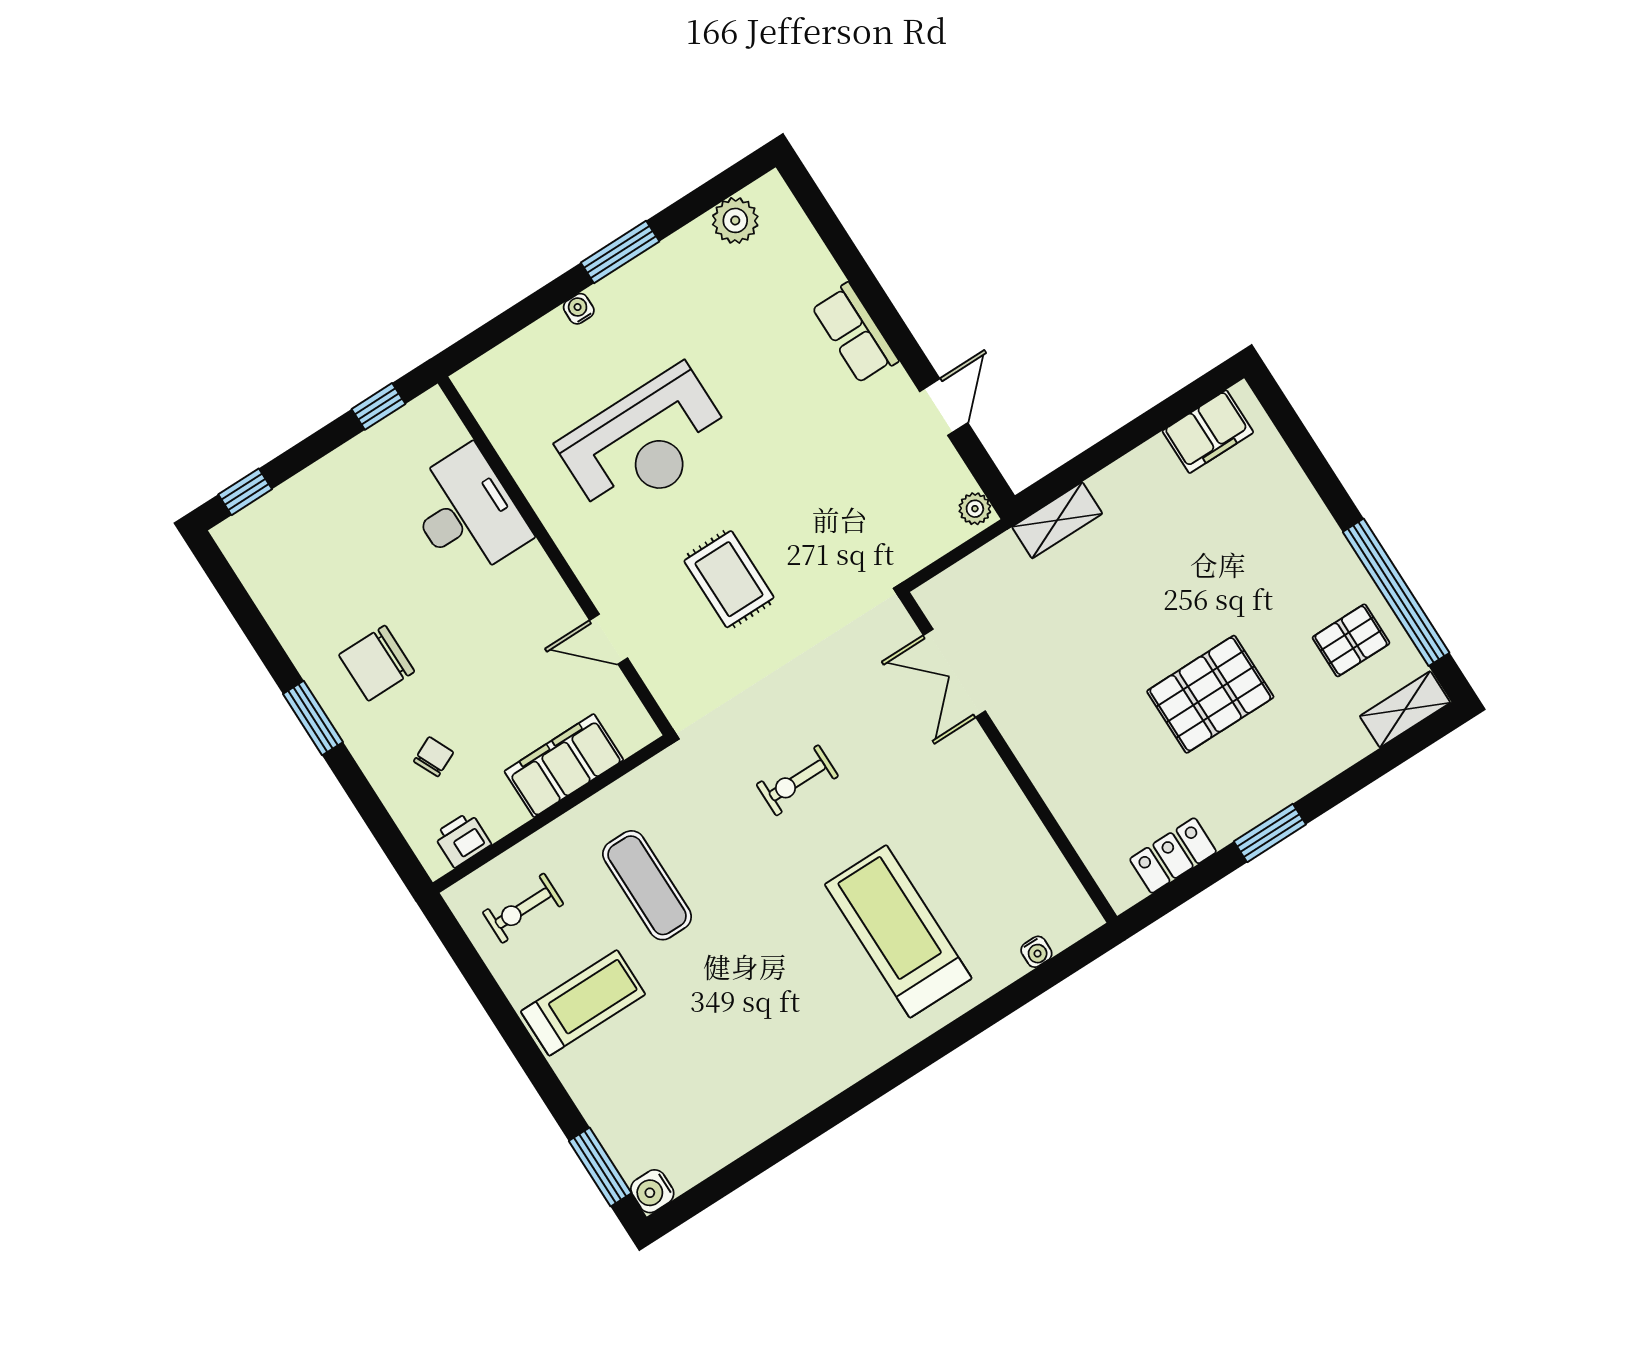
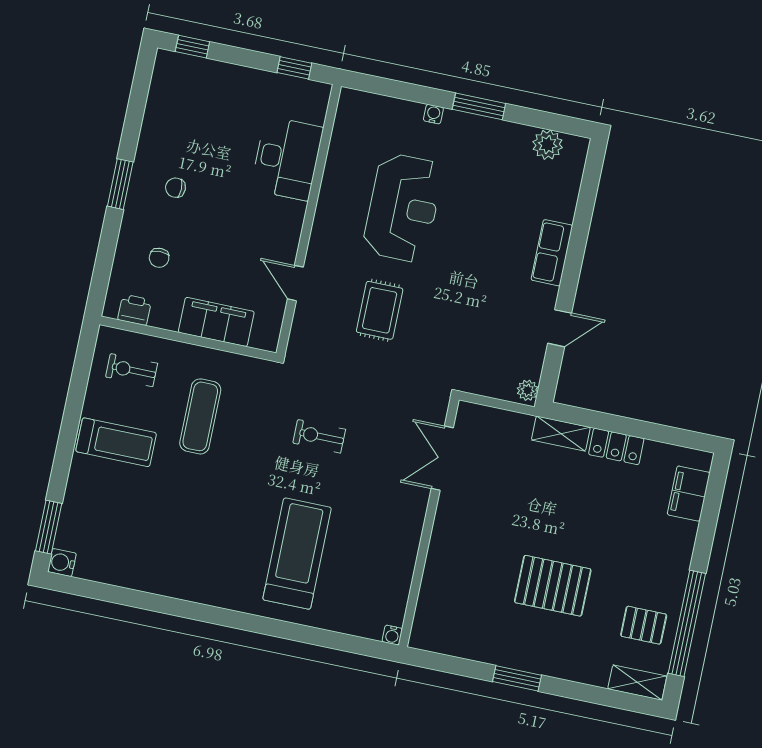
filing cabinet: (1208, 432) -> (689, 494), moved, turned 90
reception desk: (645, 443) -> (403, 208), turned -90
chair: (377, 663) -> (175, 188), width x0.54, depth x0.54
chair: (434, 757) -> (159, 258), turned 115
locker: (1173, 856) -> (616, 446), moved, turned 180
water cooler: (1036, 952) -> (392, 635), moved

